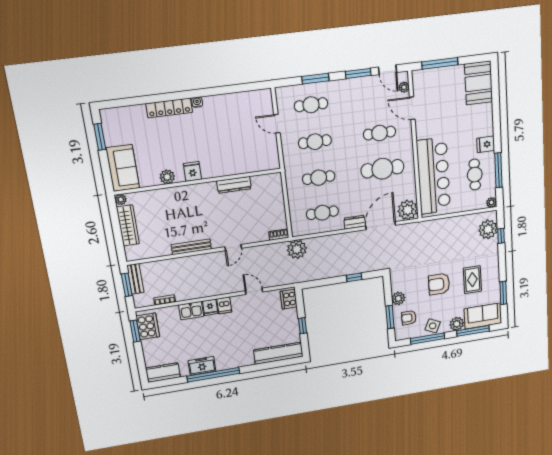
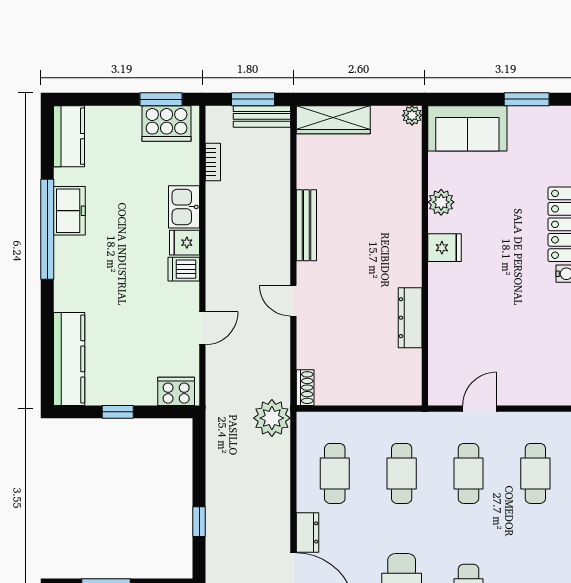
door: (277, 124) -> (480, 409), moved
wardrobe: (128, 225) -> (333, 120), moved

